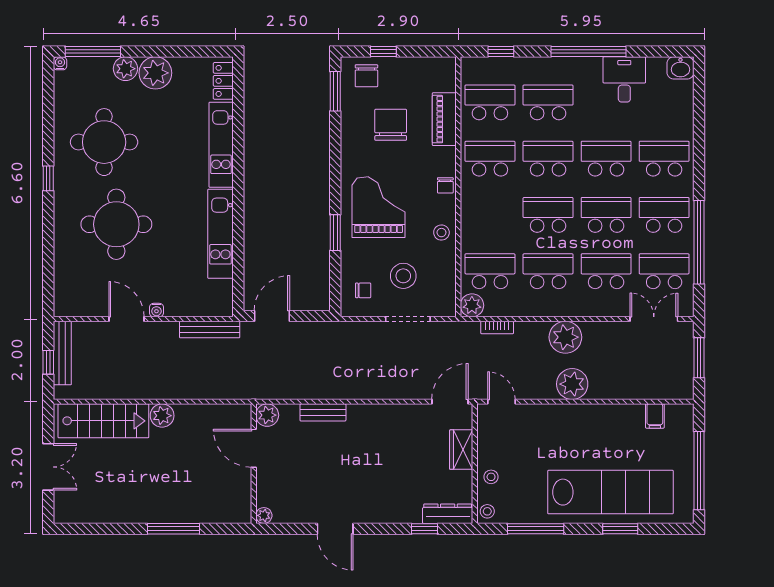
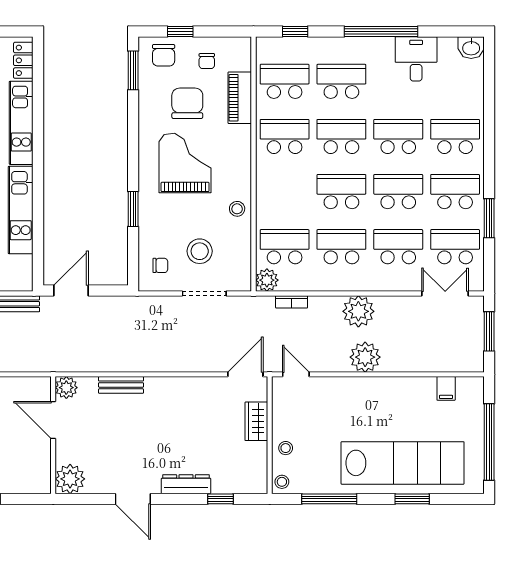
chair: (445, 185) -> (207, 61), moved
grand piano: (379, 207) -> (185, 163), moved
window: (699, 242) -> (489, 218), width x0.47
dresser: (448, 514) -> (186, 484), moved
plant: (264, 515) -> (70, 479), width x1.88, depth x1.88

